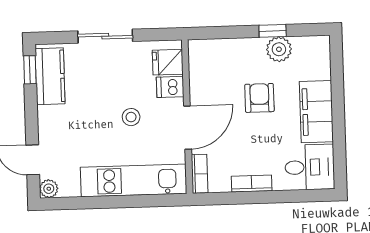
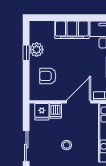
armchair: (259, 98) -> (48, 76), moved
stool: (131, 117) -> (67, 145), moved
door: (188, 128) -> (79, 102), hinge flipped

